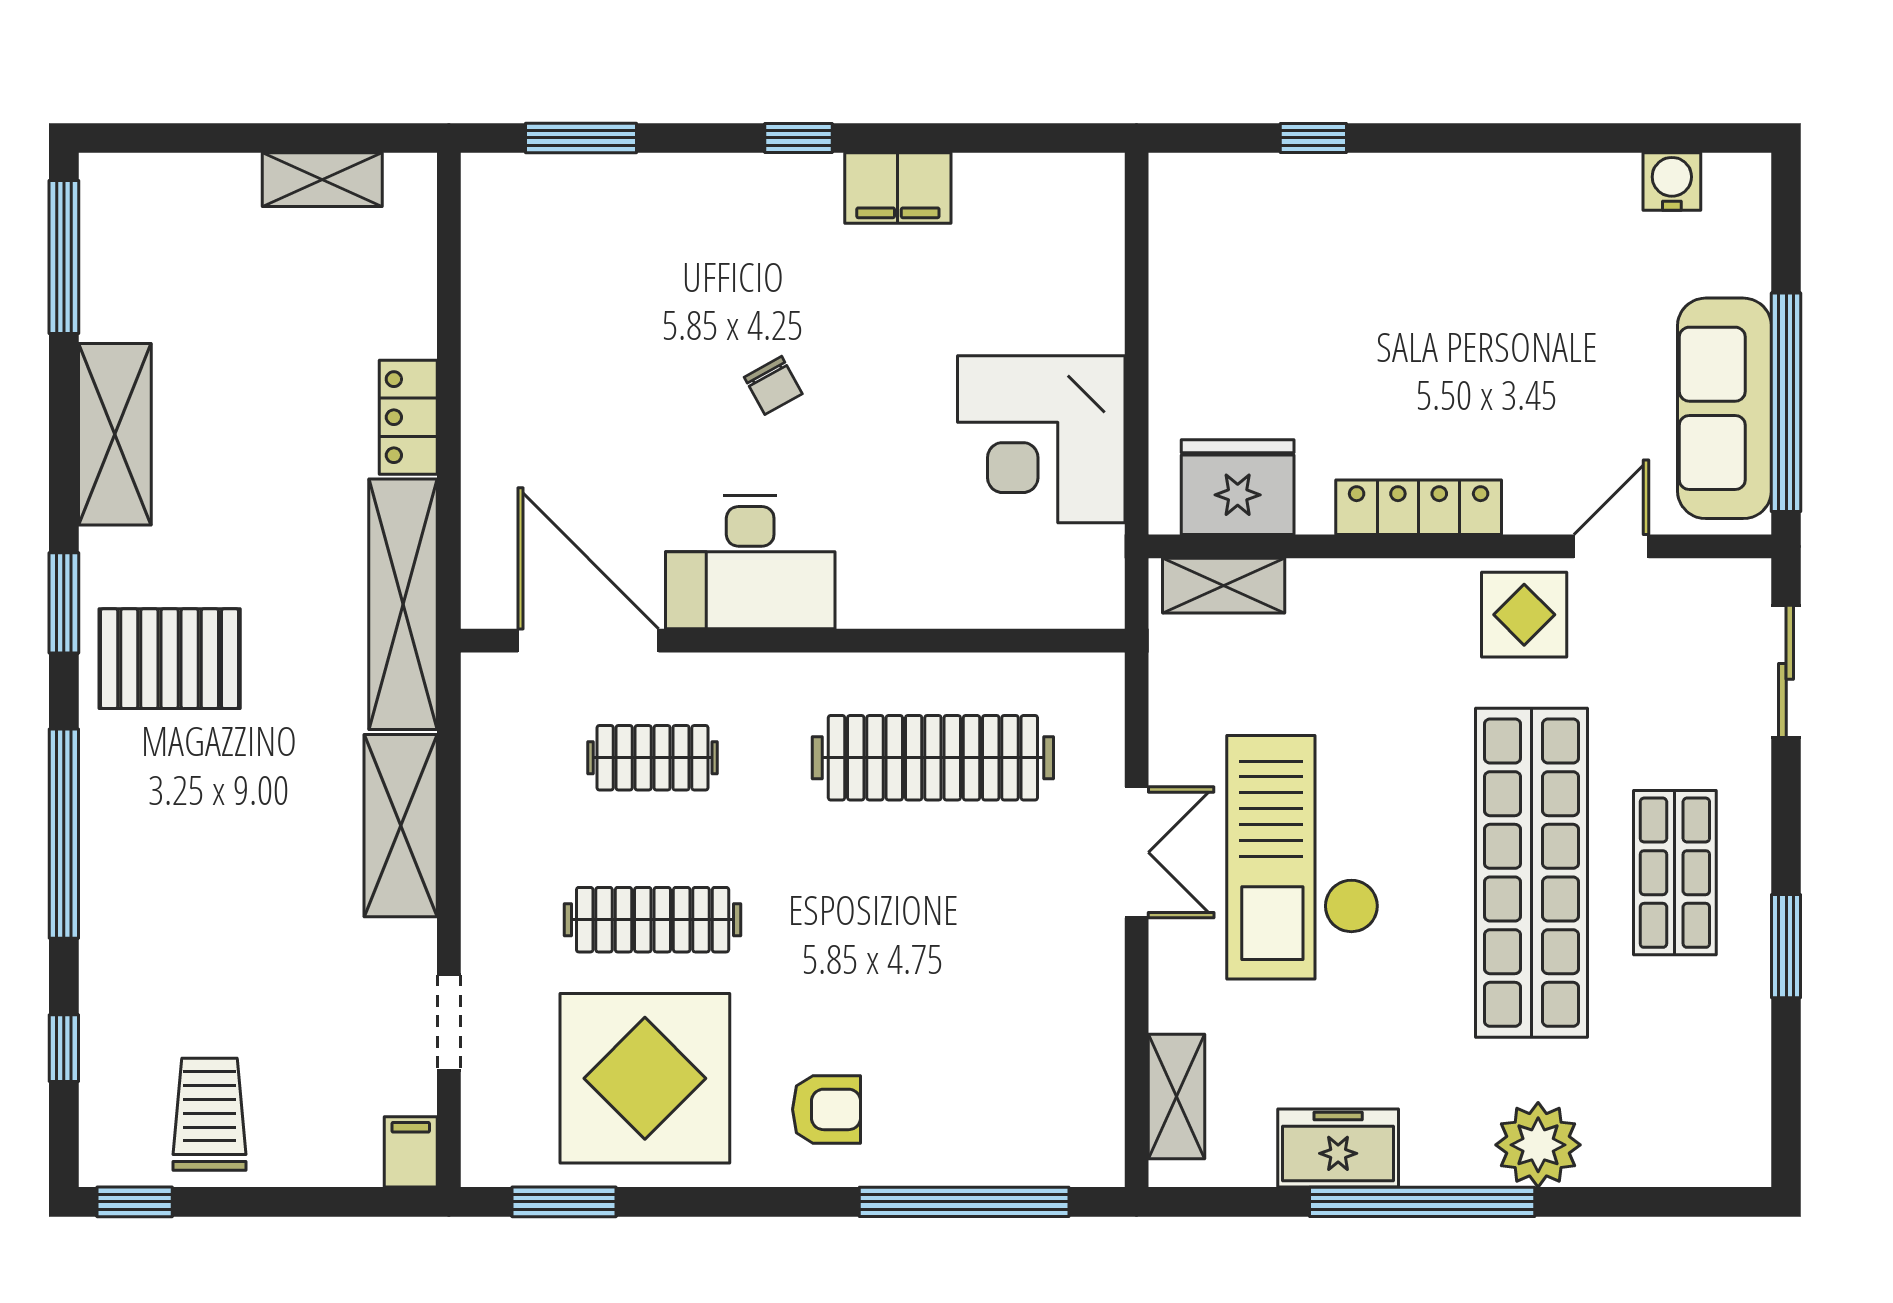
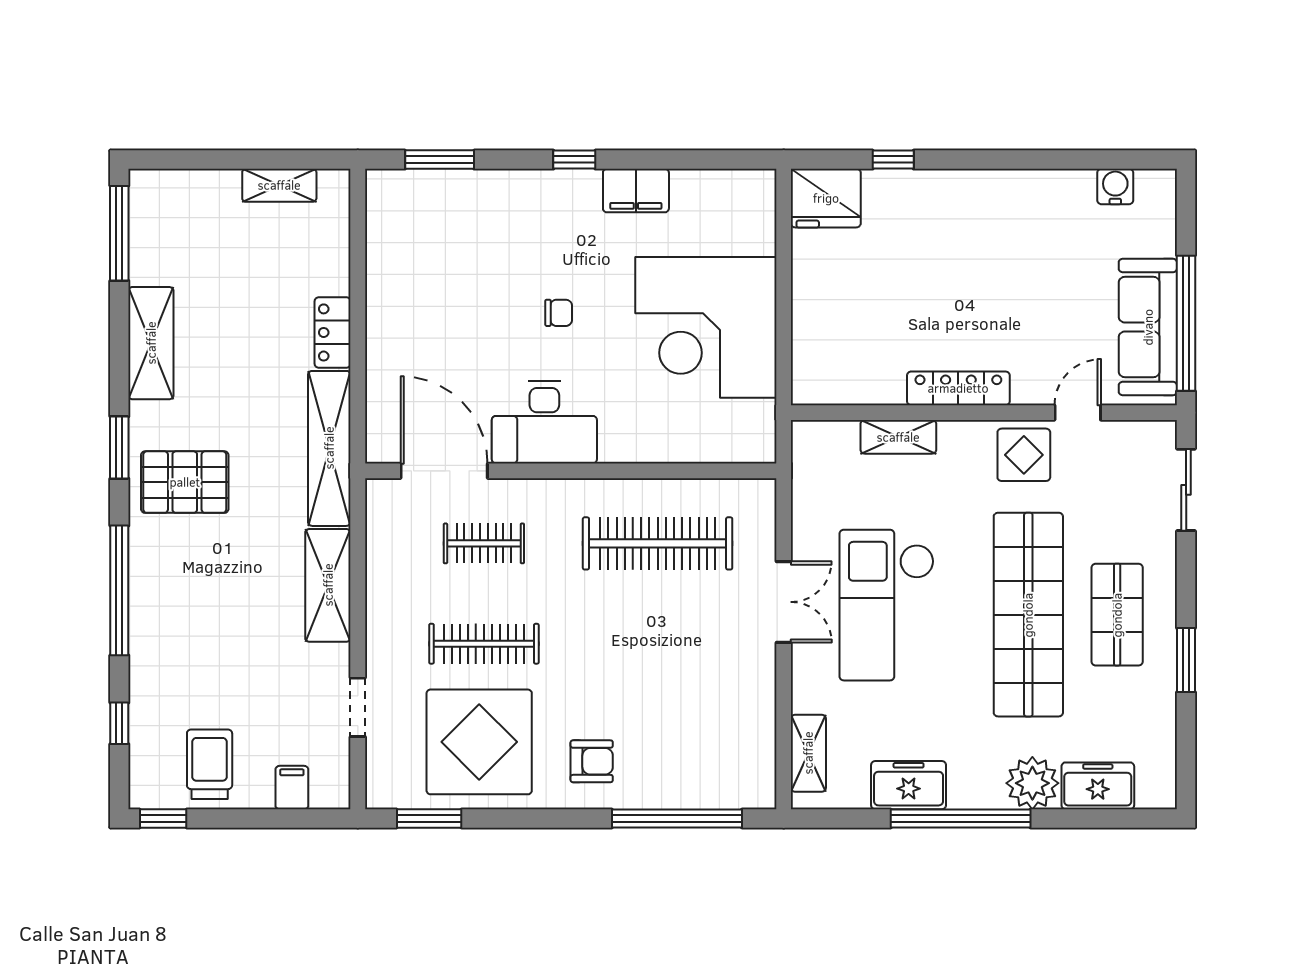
chair: (773, 385) -> (559, 313), turned -61
corner desk: (1041, 439) -> (706, 327), width x1.36, depth x1.36
fridge: (1238, 487) -> (826, 198), moved, turned 180
shelving: (1224, 586) -> (898, 437), moved
freezer: (1644, 1149) -> (1098, 786), added
filing cabinet: (411, 1152) -> (292, 788), moved

